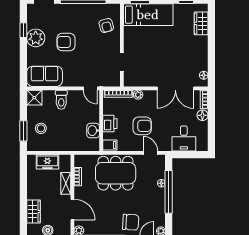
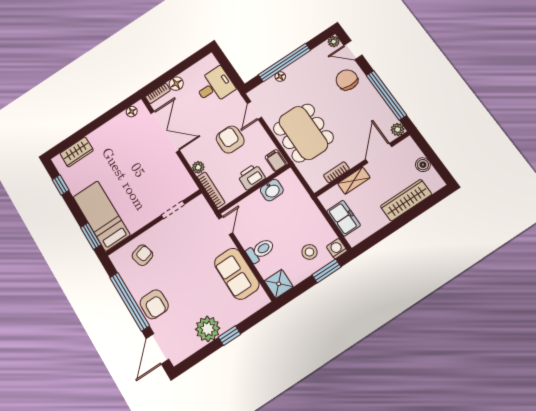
window: (23, 30) -> (229, 336), moved
armchair: (66, 42) -> (154, 304), moved
sofa: (45, 76) -> (237, 274), moved
washing machine: (32, 146) -> (337, 249), added
wardrobe: (34, 212) -> (406, 200), width x1.50

